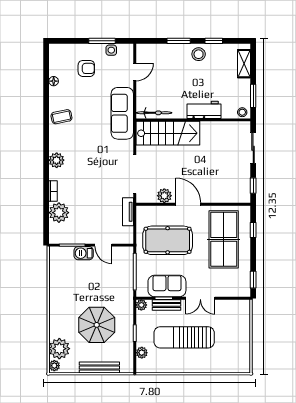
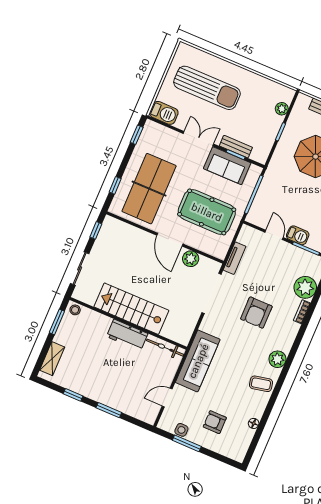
stool: (199, 54) -> (94, 388), removed
workbench: (204, 110) -> (127, 335), moved
stairs: (168, 133) -> (131, 309), moved
plant: (57, 160) -> (277, 359), moved
armchair: (91, 174) -> (256, 313), added
plant: (141, 305) -> (261, 157), removed
barbecue: (238, 307) -> (164, 113), added
sun lounger: (184, 337) -> (207, 88), moved

